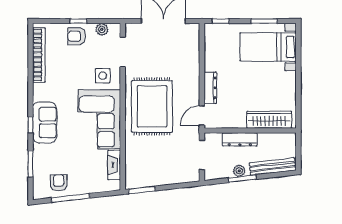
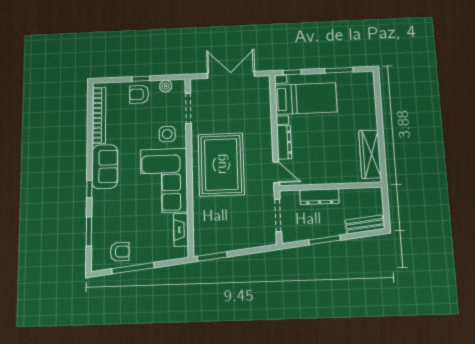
bed with nightstands: (268, 47) -> (306, 99), moved, turned 180
door: (202, 116) -> (276, 172), swing flipped
wardrobe: (269, 120) -> (370, 154), moved, turned -90
sofa: (45, 122) -> (105, 167), moved
bench: (273, 167) -> (365, 224), width x0.73
plant: (239, 171) -> (321, 231), removed
armchair: (59, 183) -> (120, 252), turned 90

